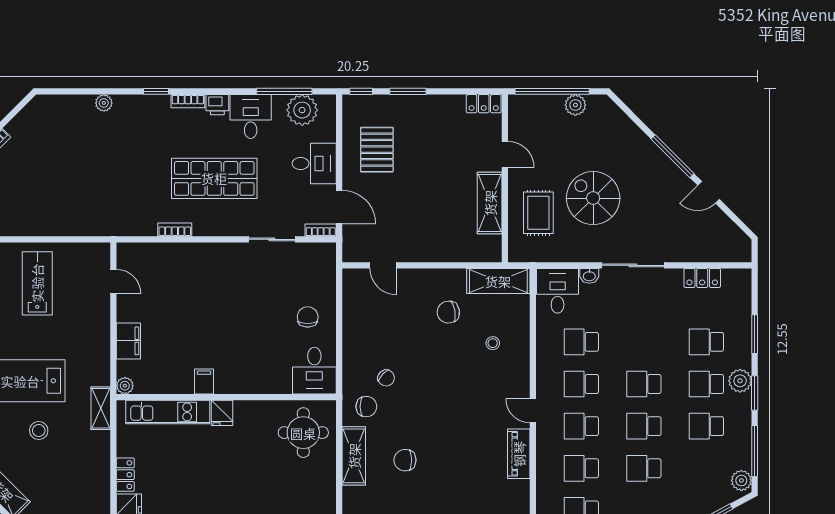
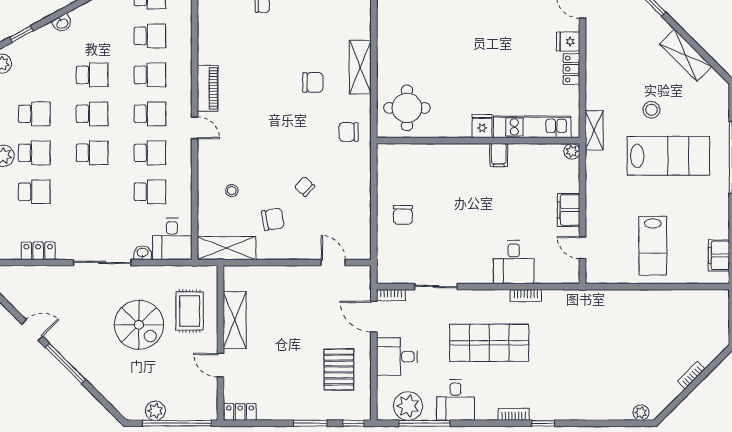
plant: (104, 103) -> (641, 413), moved
printer: (217, 105) -> (486, 411), removed
filing cabinet: (128, 341) -> (569, 210), moved
desk: (314, 371) -> (514, 262), moved, turned 180
chair: (386, 378) -> (305, 186), moved
shelving: (354, 456) -> (360, 67), moved

